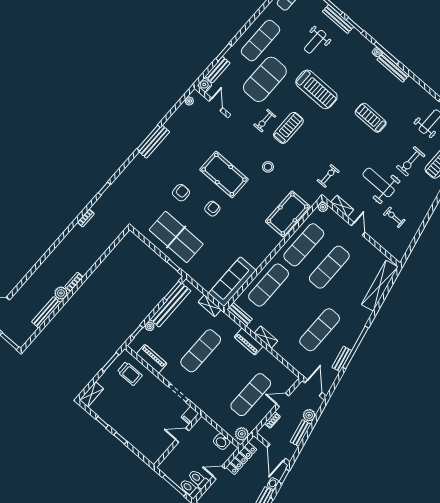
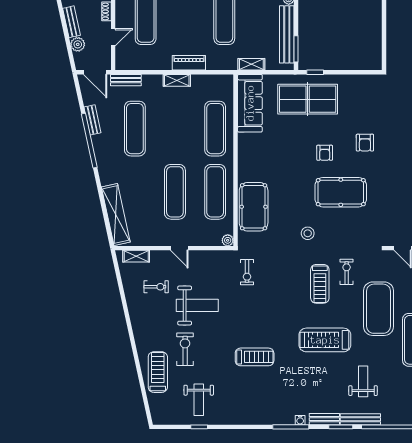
bench: (393, 67) -> (324, 419), moved, width x0.73
shelving: (342, 206) -> (136, 256), moved
table tennis table: (176, 237) -> (308, 99), moved
bench: (240, 314) -> (126, 80), moved

